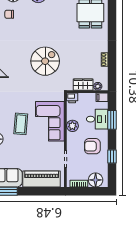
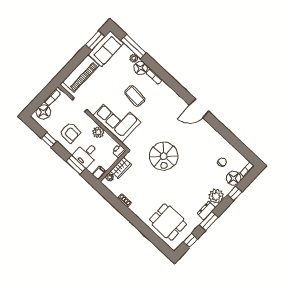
armchair: (92, 146) -> (70, 133), turned 90

